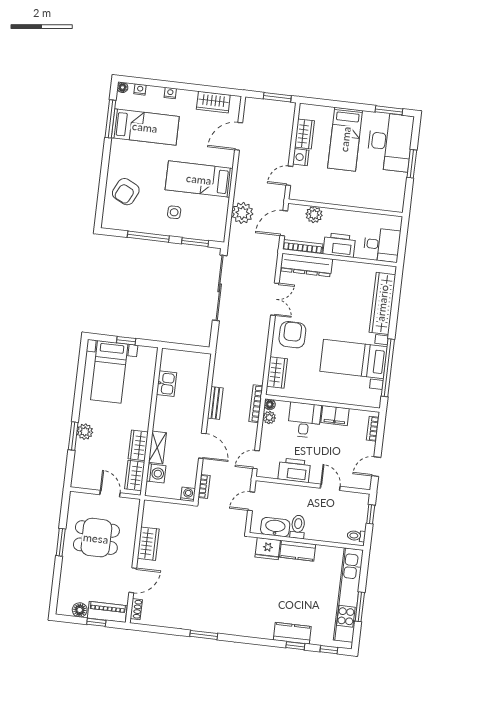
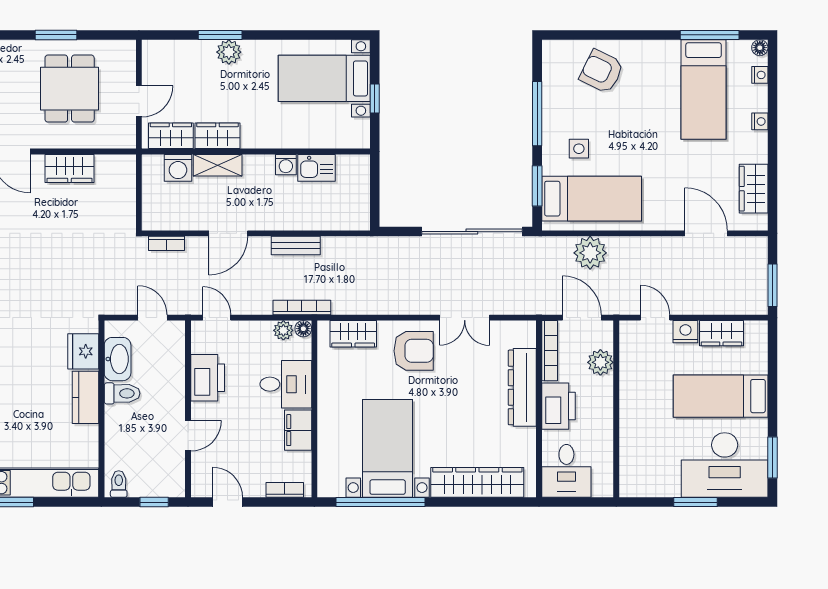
bed: (199, 179) -> (592, 199), moved, turned 90
dresser: (306, 265) -> (522, 387), moved
washing machine: (188, 494) -> (286, 165), moved, turned 90

